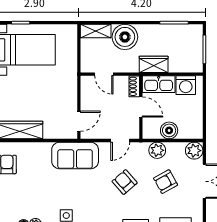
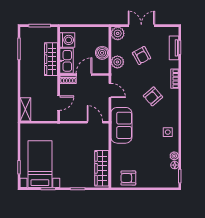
boiler: (125, 37) -> (30, 87), removed
wardrobe: (154, 64) -> (51, 59), width x1.50
armchair: (125, 182) -> (153, 96), moved

